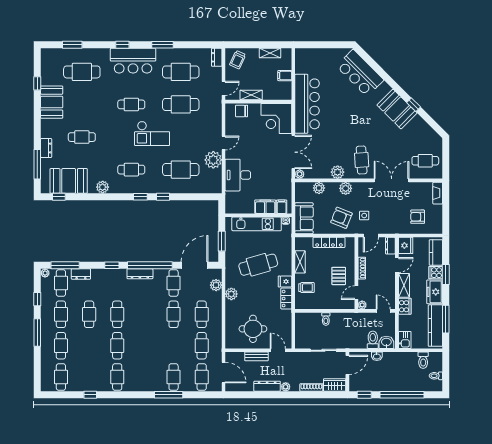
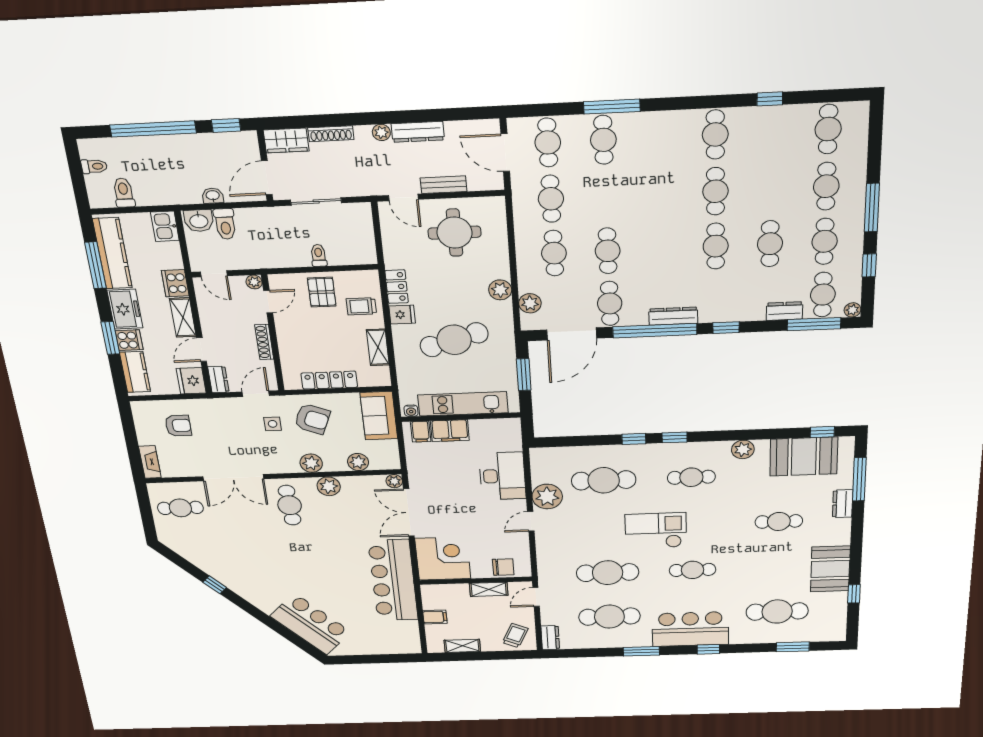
booth: (397, 109) -> (241, 578), removed
pallet: (339, 276) -> (322, 292), moved

